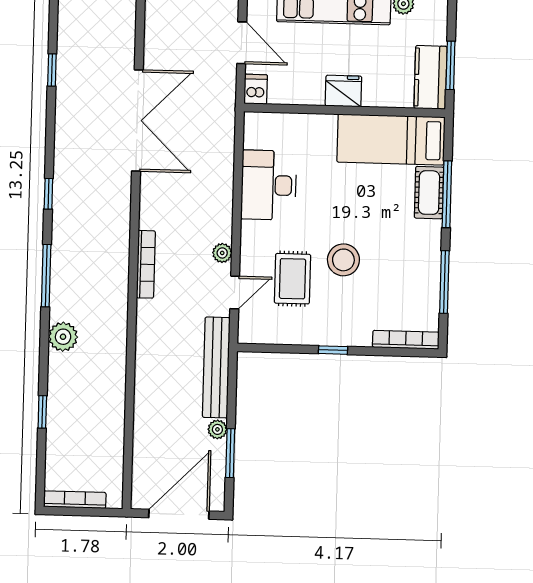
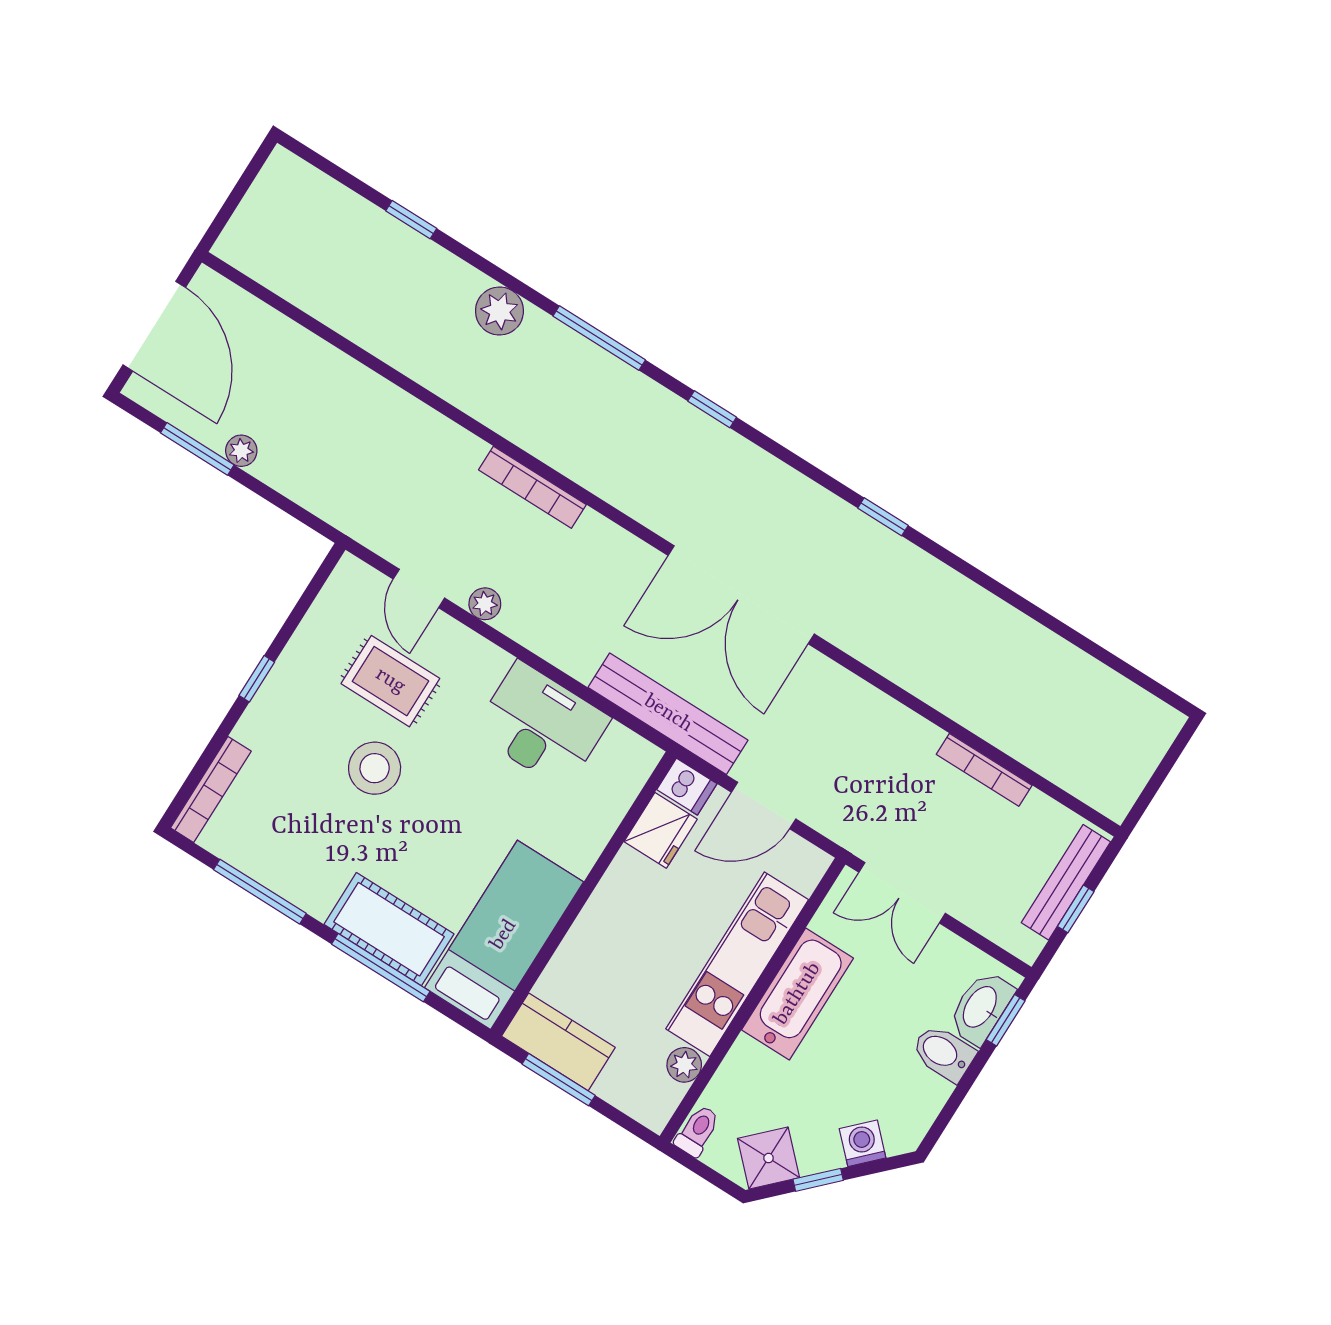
fridge: (343, 91) -> (661, 830), moved
cot: (429, 193) -> (389, 929), width x1.37, depth x1.34
bench: (216, 367) -> (668, 714), moved
bookcase: (75, 500) -> (261, 192), removed

